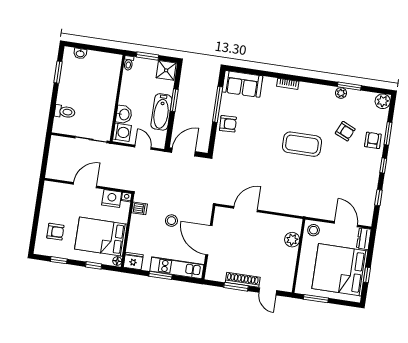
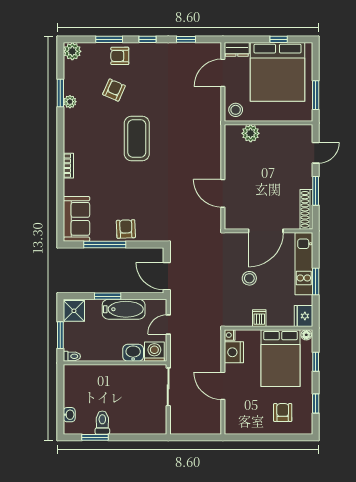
toilet: (65, 112) -> (102, 423), moved
dishwasher: (139, 208) -> (259, 318), moved
shoe rack: (243, 280) -> (306, 209), moved

